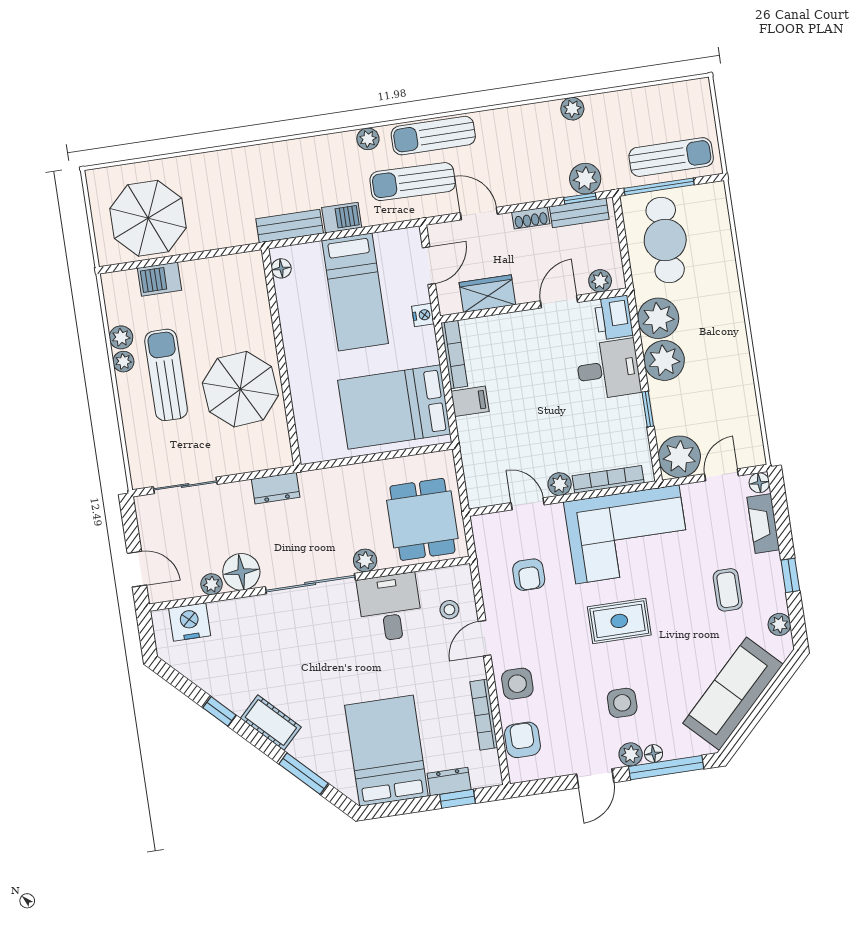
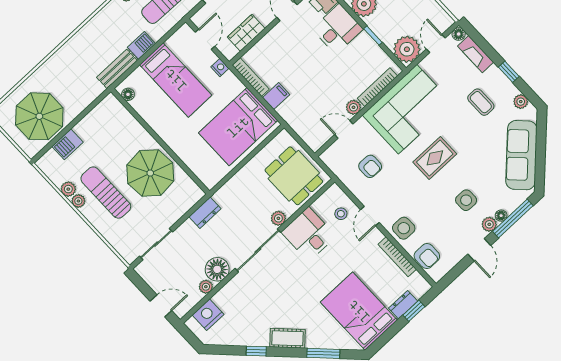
armchair: (522, 740) -> (427, 256), turned 180

